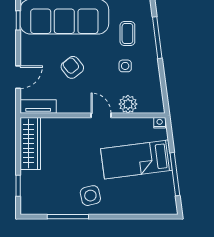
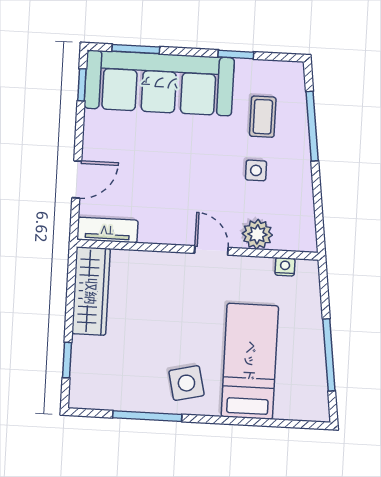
armchair: (72, 67) -> (168, 168), removed
nightstand: (160, 123) -> (285, 267), moved
bed: (136, 159) -> (250, 361), moved, turned 97

